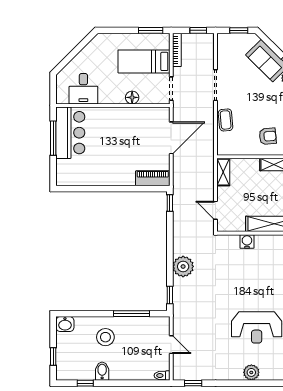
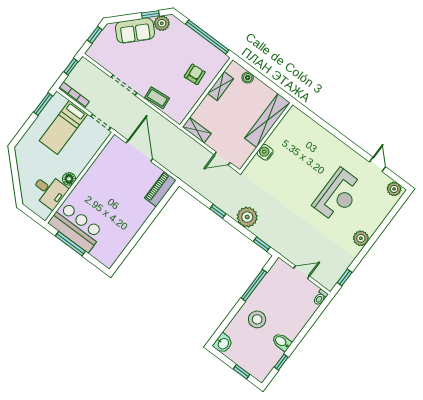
floor lamp: (132, 97) -> (69, 179), moved
window: (170, 203) -> (218, 211), moved
plant: (251, 372) -> (361, 238), moved

